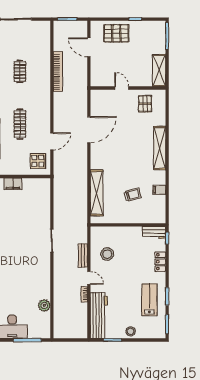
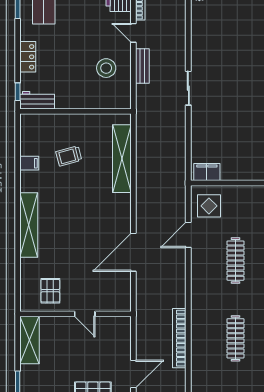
door: (89, 47) -> (133, 374), hinge flipped
clothes rail: (20, 71) -> (235, 338), width x1.36
filing cabinet: (13, 184) -> (207, 172), moved

